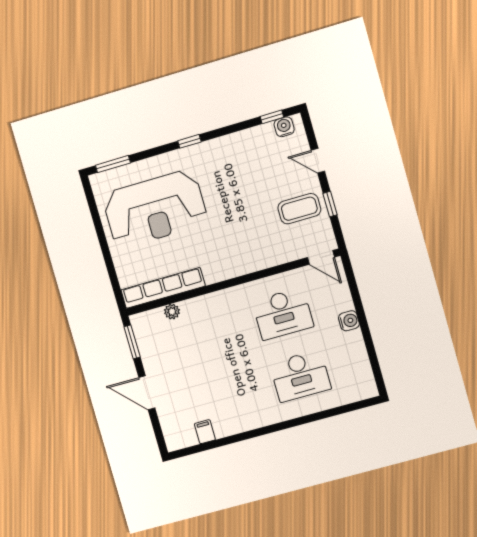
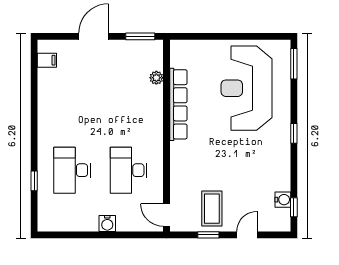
water cooler: (284, 127) -> (283, 200), moved
door: (321, 257) -> (167, 215), hinge flipped
row of seats: (163, 288) -> (178, 104), moved
window: (324, 415) -> (34, 181), added
filing cabinet: (205, 432) -> (47, 60), moved

